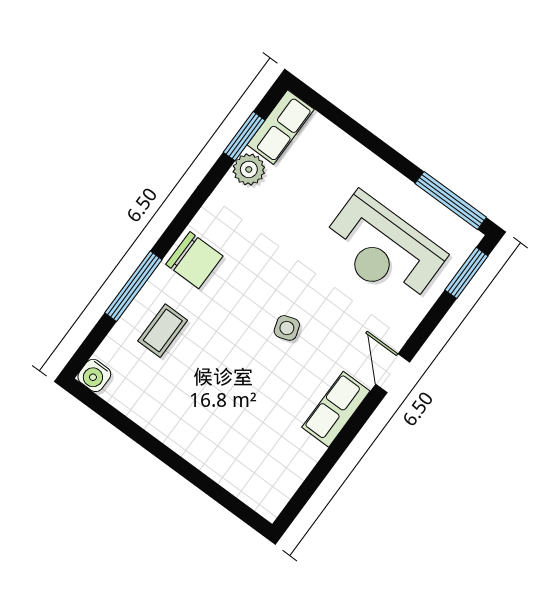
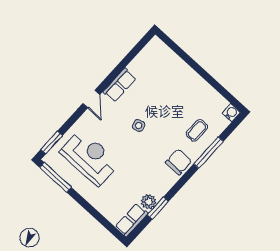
window: (244, 136) -> (158, 208), moved
chair: (194, 260) -> (179, 162), turned 90

